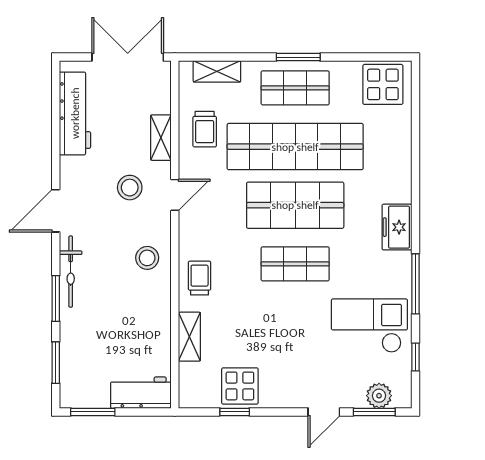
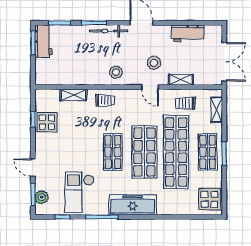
workbench: (75, 113) -> (188, 33), width x0.73
freezer: (397, 227) -> (133, 205), width x1.91, depth x1.26
checkout: (369, 326) -> (79, 192), turned 180
workbench: (141, 393) -> (43, 41), moved

